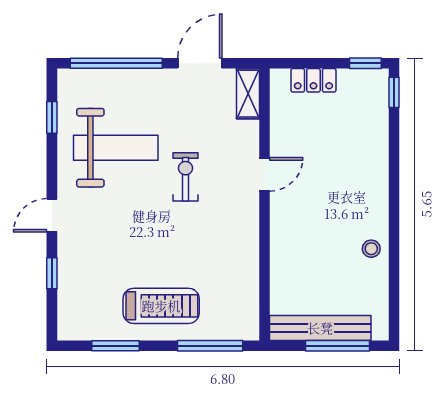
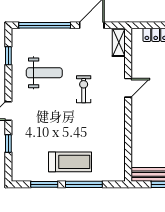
weight bench: (116, 148) -> (44, 73), width x0.73, depth x0.75
window: (210, 346) -> (84, 184), moved

